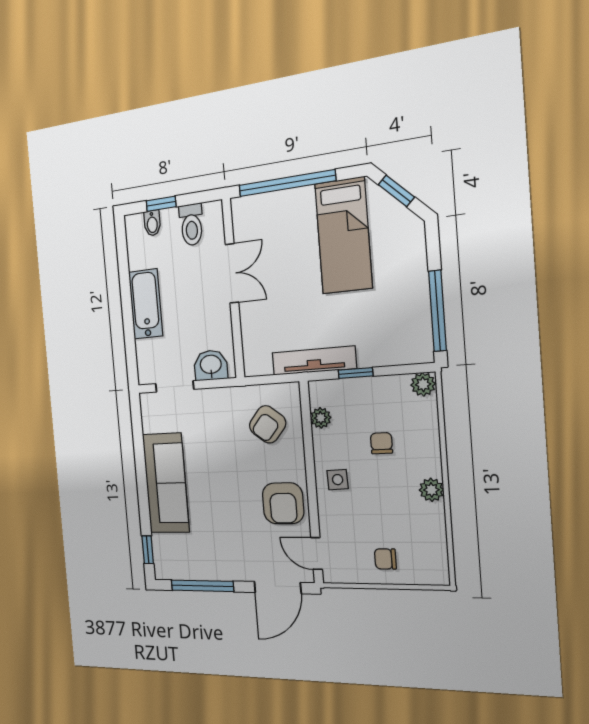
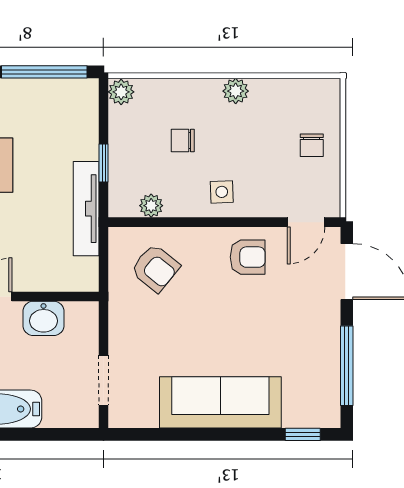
washbasin: (211, 365) -> (43, 318), moved, turned -90
armchair: (283, 503) -> (248, 257), width x0.72, depth x0.72

